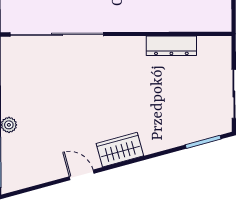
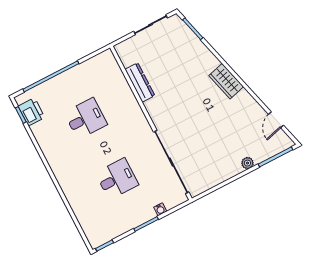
door: (82, 175) -> (276, 120), moved

